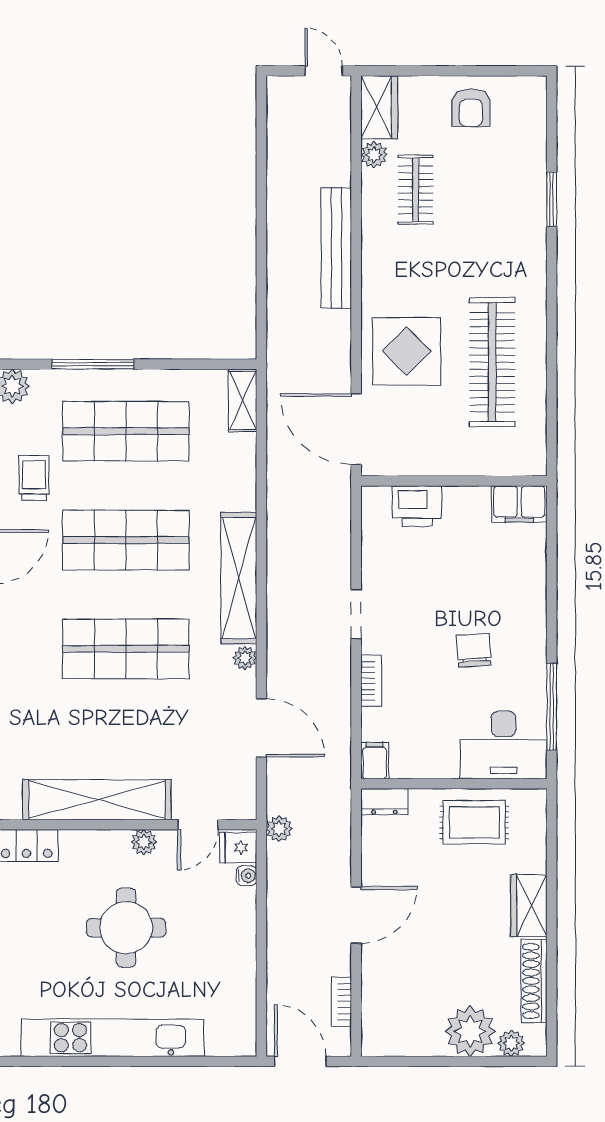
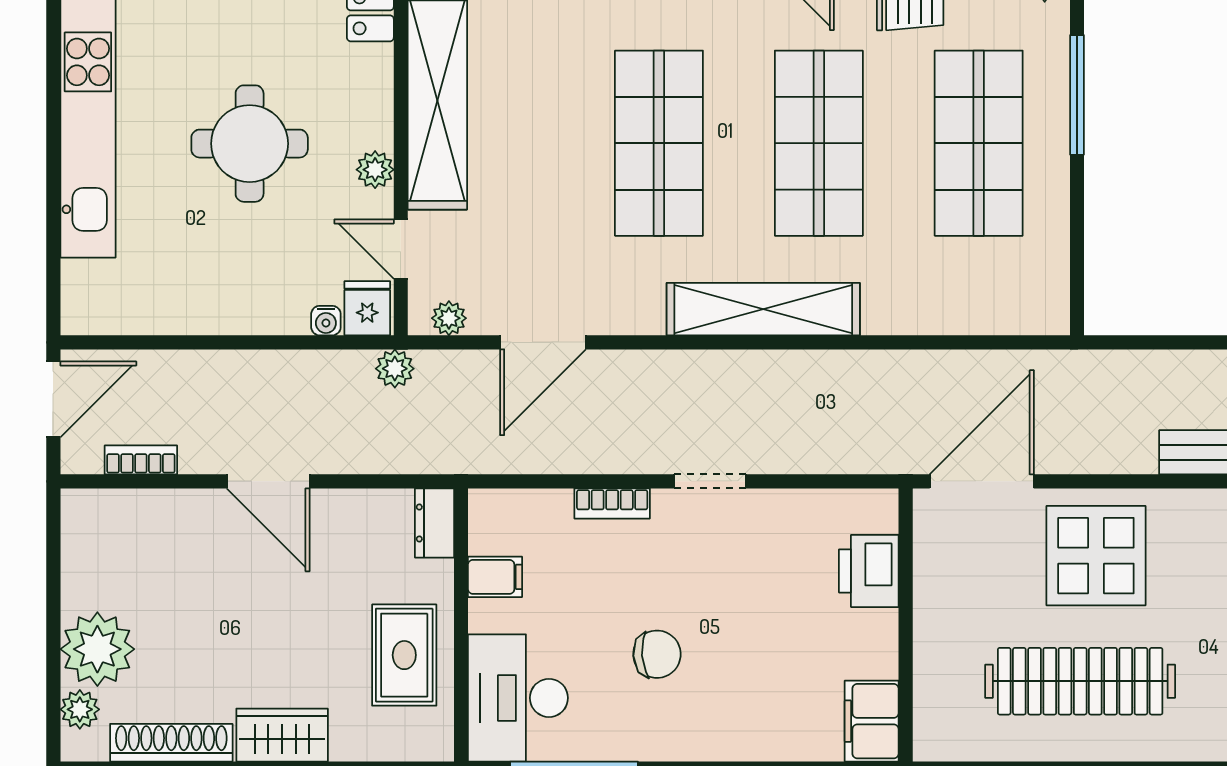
shelving: (243, 400) -> (1024, 315), removed
plant: (245, 658) -> (449, 318), moved
filing cabinet: (375, 761) -> (495, 577), moved

